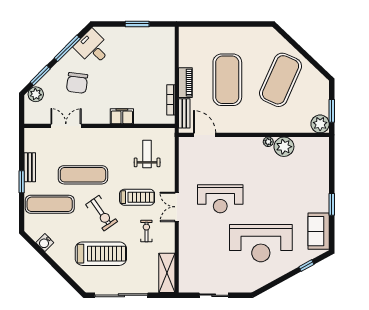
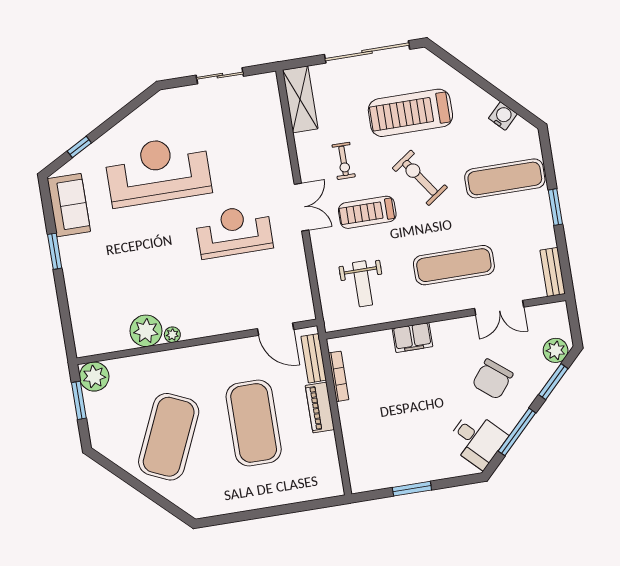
chair: (77, 83) -> (493, 379), turned -148
bench: (30, 167) -> (553, 272), moved
exercise mat: (83, 175) -> (454, 265), moved

